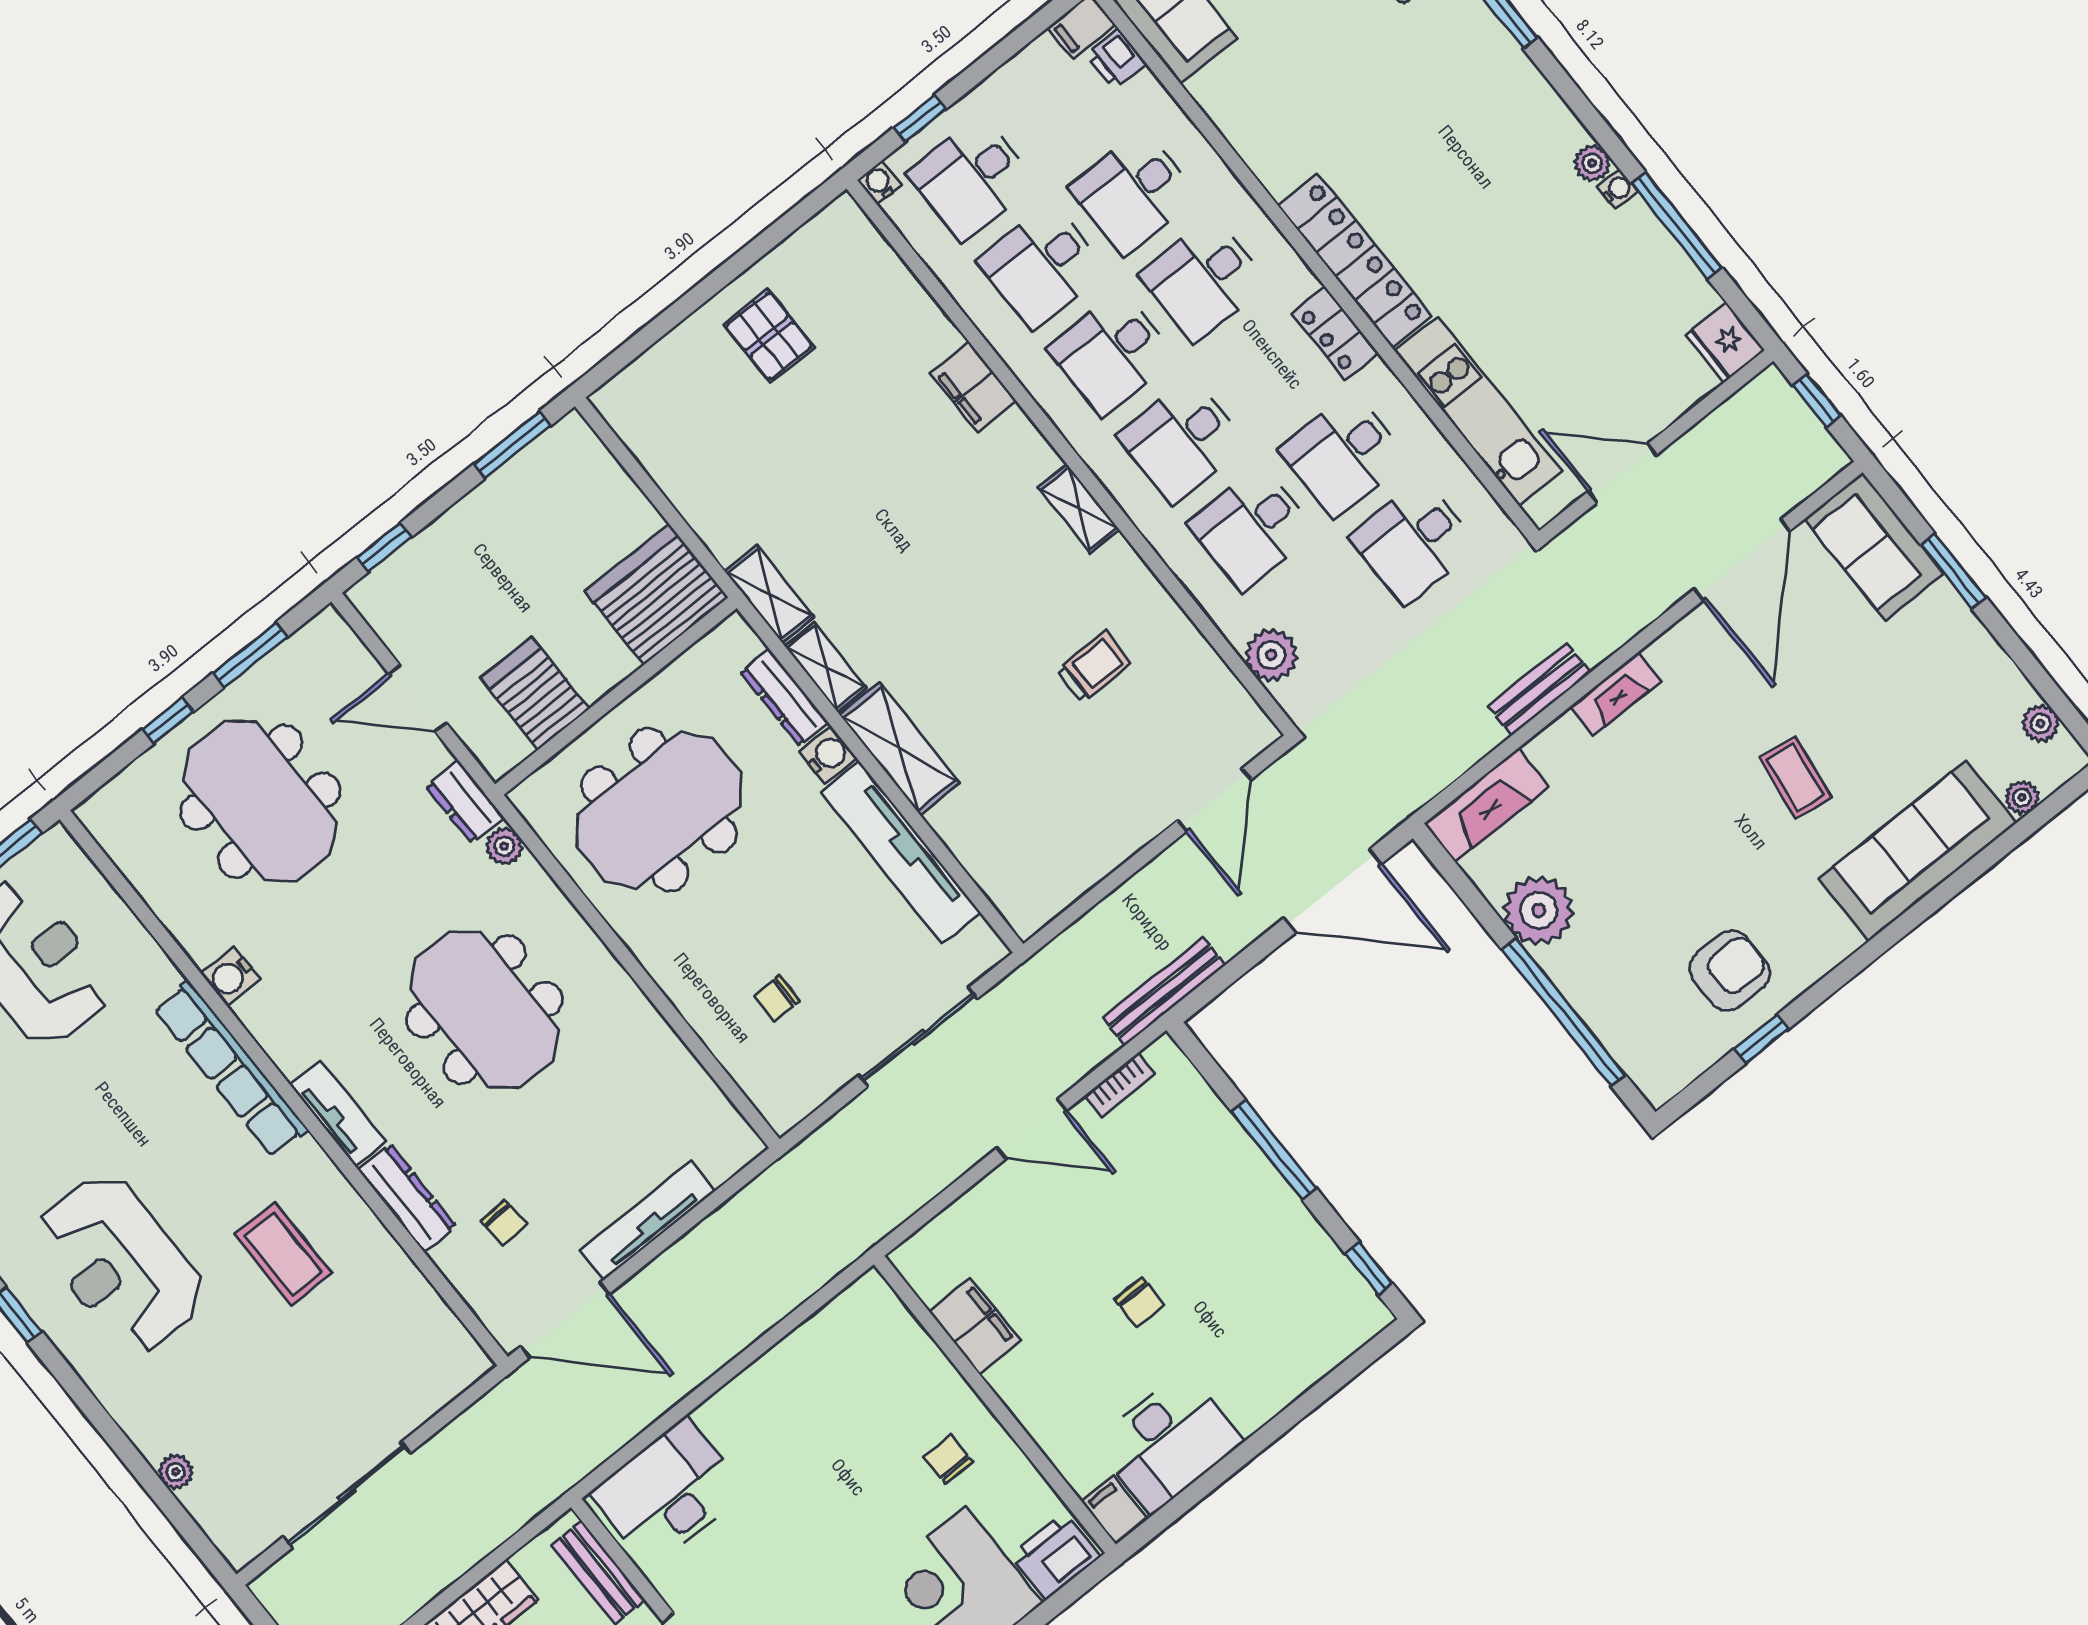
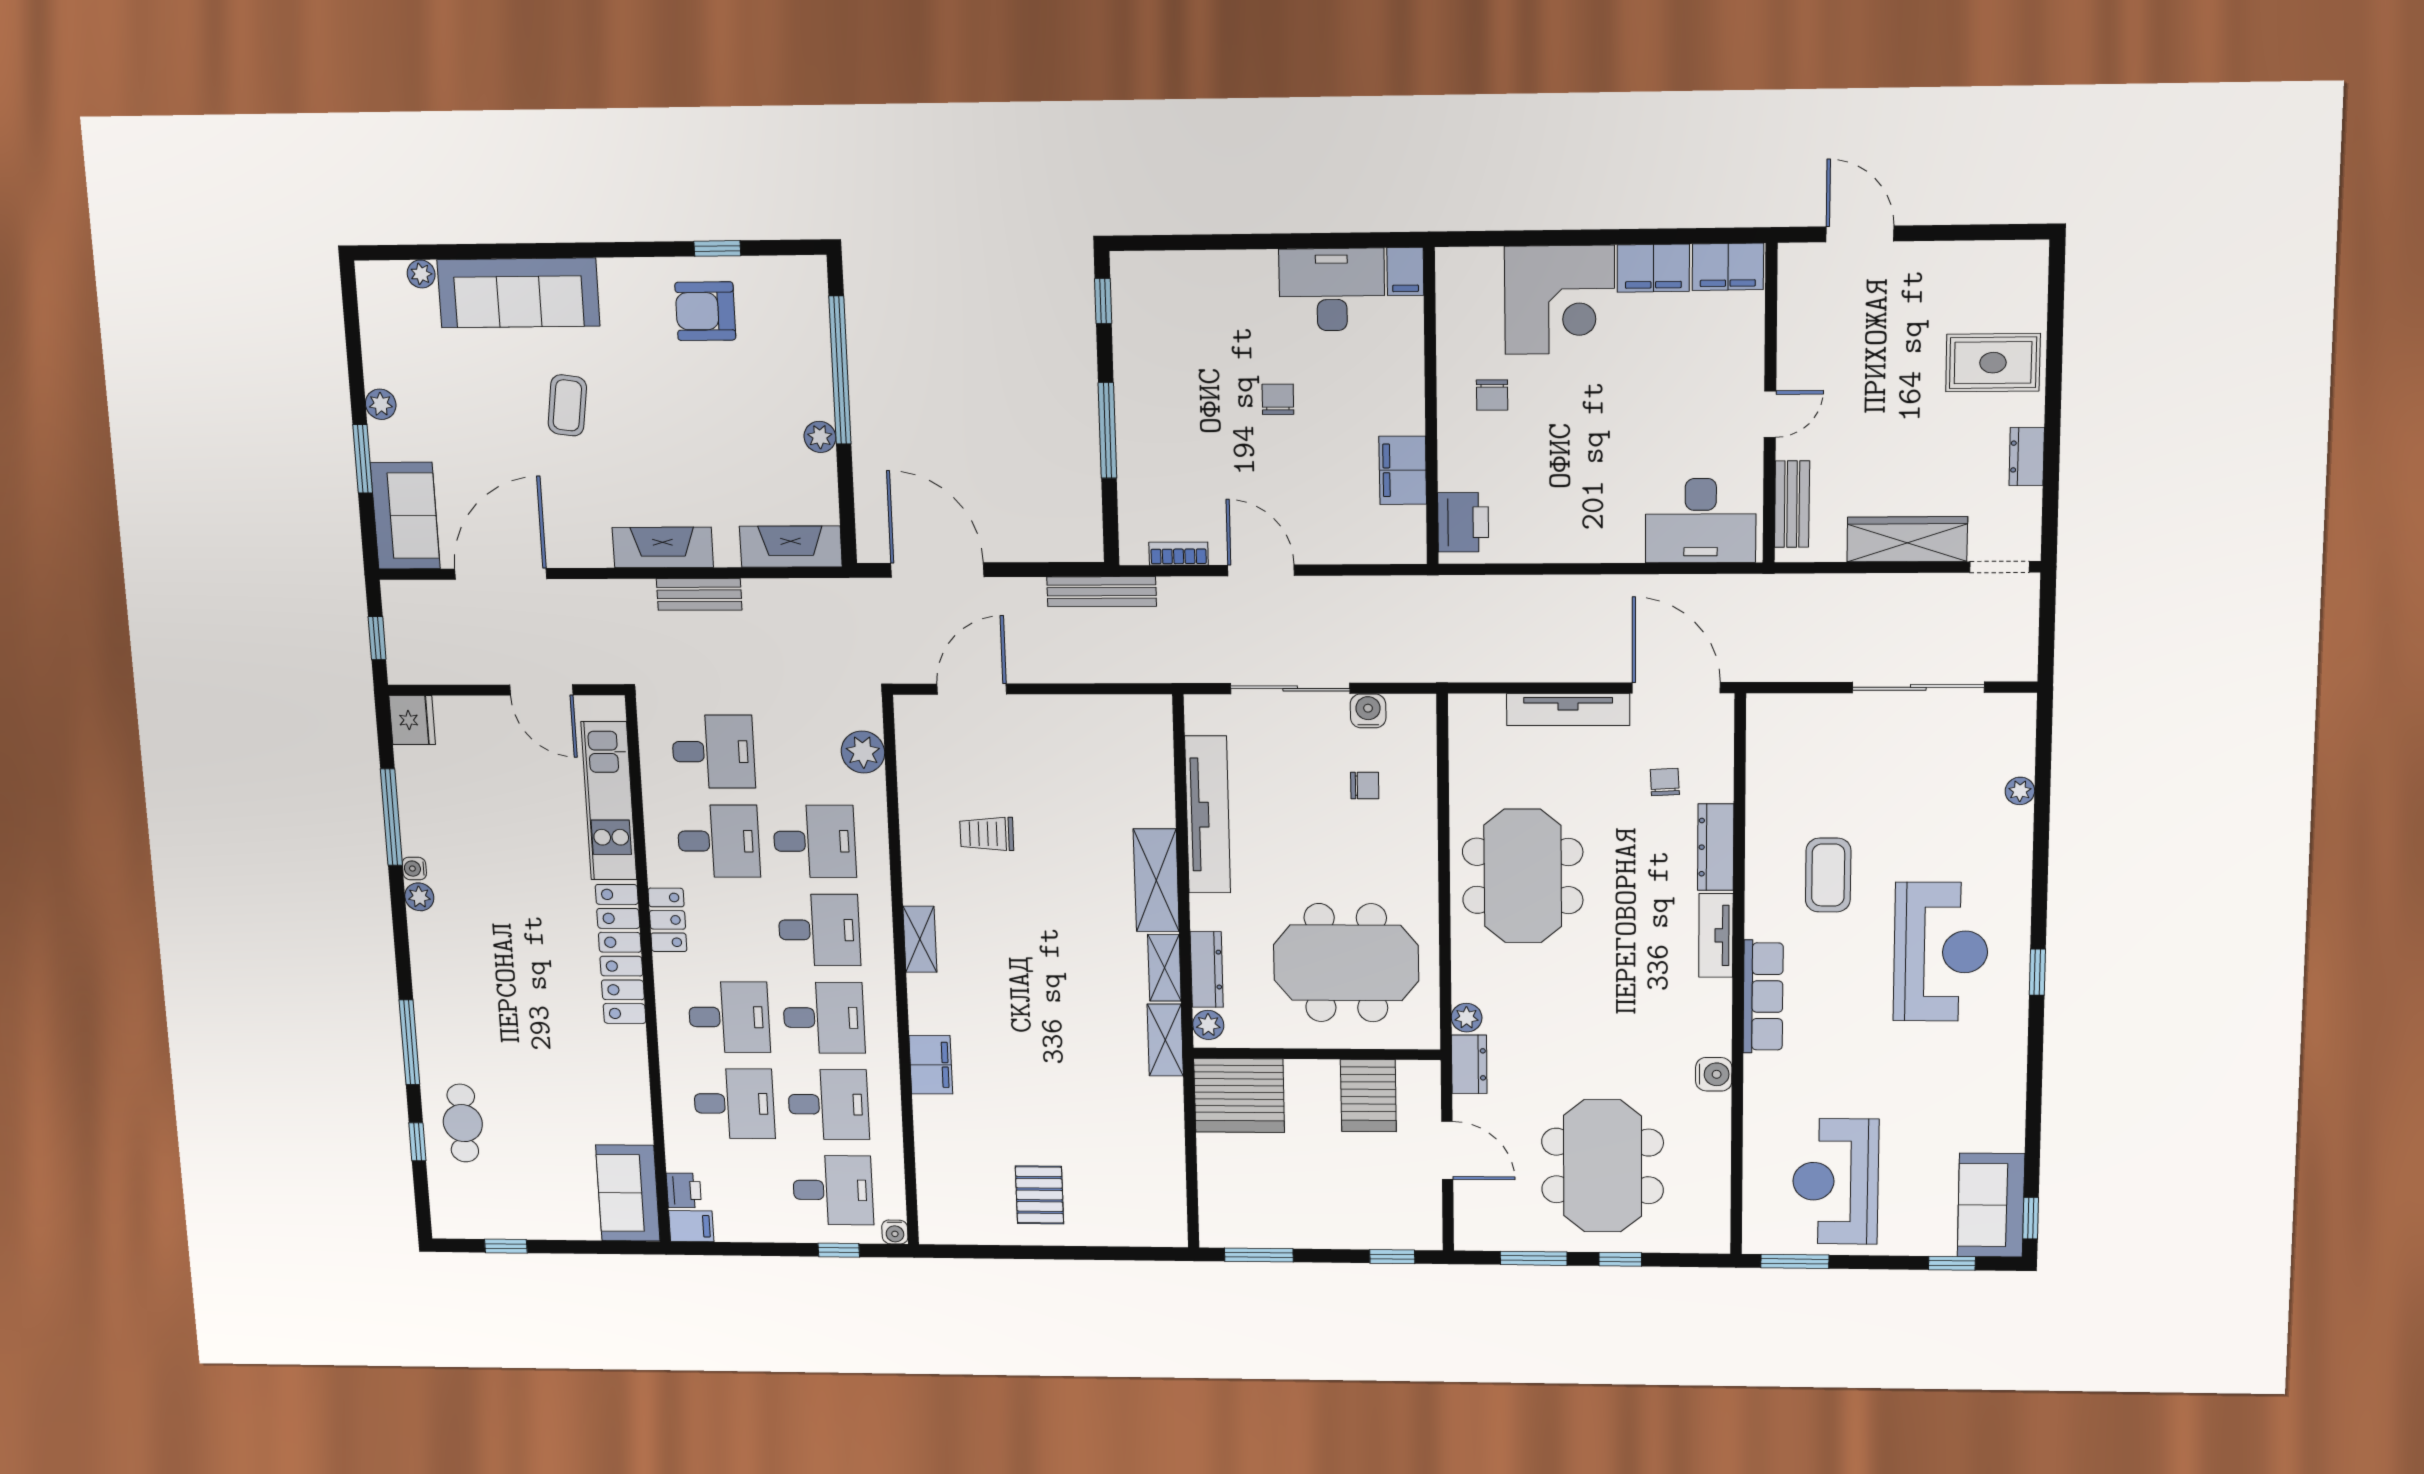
plant: (740, 643) -> (1208, 1025), added
fireplace: (1615, 694) -> (663, 547), width x1.37, depth x1.32
plant: (2041, 723) -> (381, 404), moved
water cooler: (828, 755) -> (1368, 711), moved, turned 90
plant: (1539, 910) -> (820, 437), width x0.53, depth x0.53
meeting table: (484, 1010) -> (1523, 876), moved
row of seats: (231, 1069) -> (1763, 996), width x0.73
printer: (1055, 1556) -> (1463, 522), moved, turned -90

